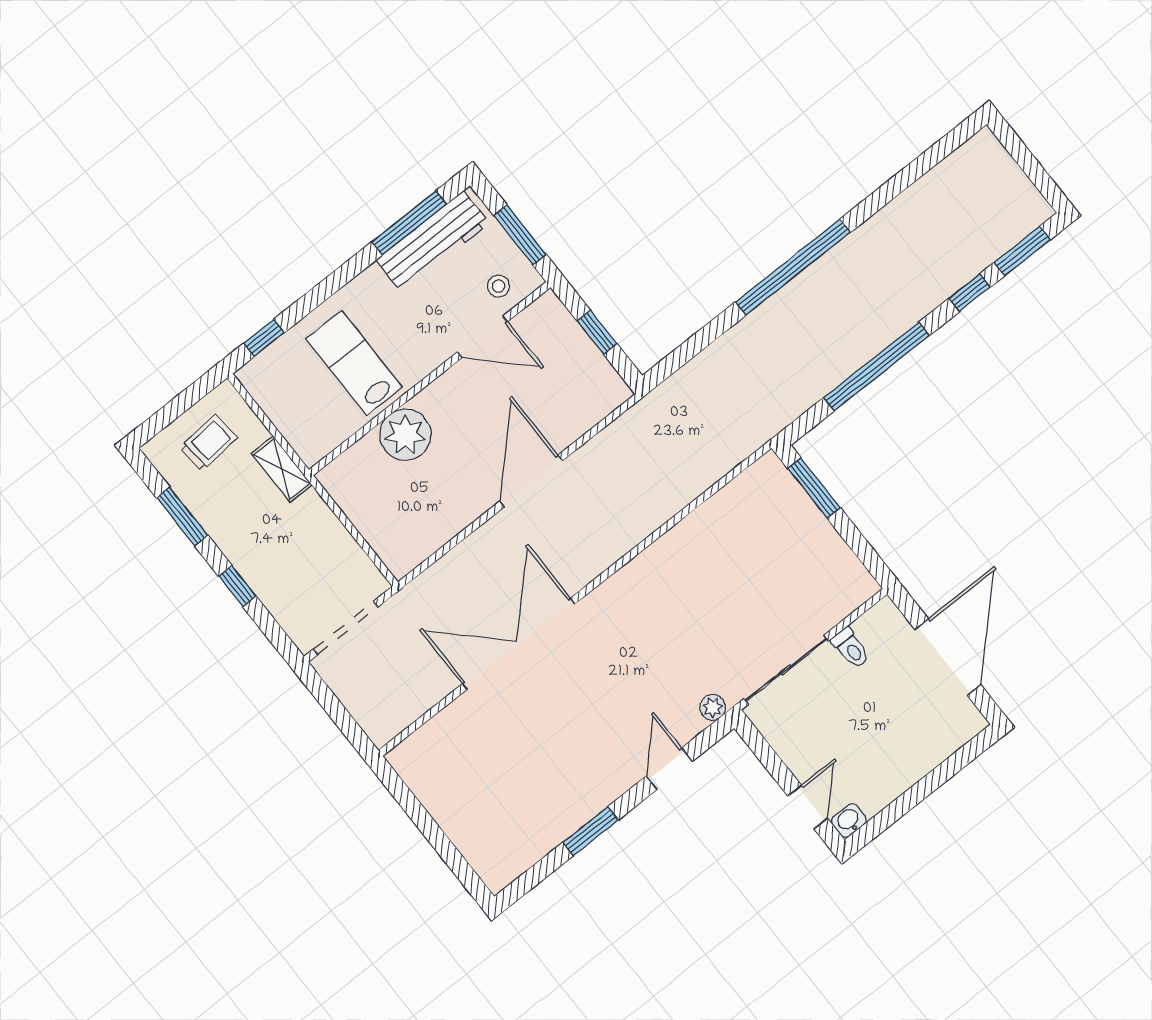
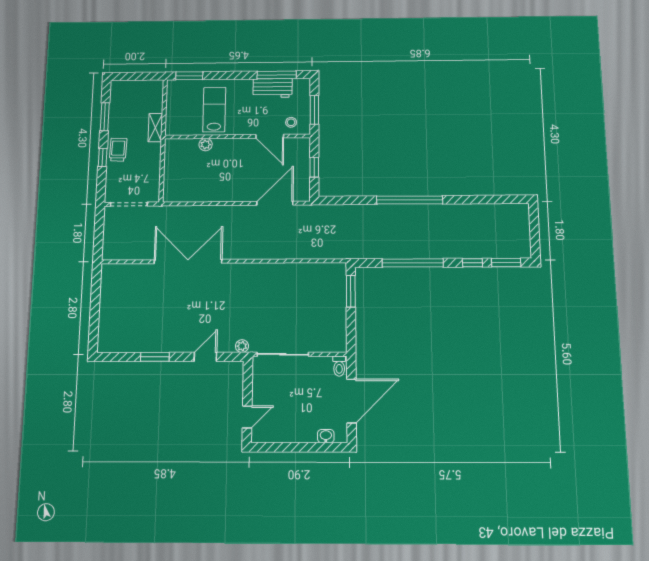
workbench: (433, 242) -> (273, 88), width x0.73
window: (264, 338) -> (189, 76), width x1.50
plant: (405, 435) -> (206, 145), width x0.53, depth x0.53
trolley: (208, 443) -> (118, 150), moved, turned -83
door: (531, 481) -> (275, 203), moved
toilet: (851, 648) -> (339, 366), moved
washbasin: (849, 820) -> (326, 436), moved

